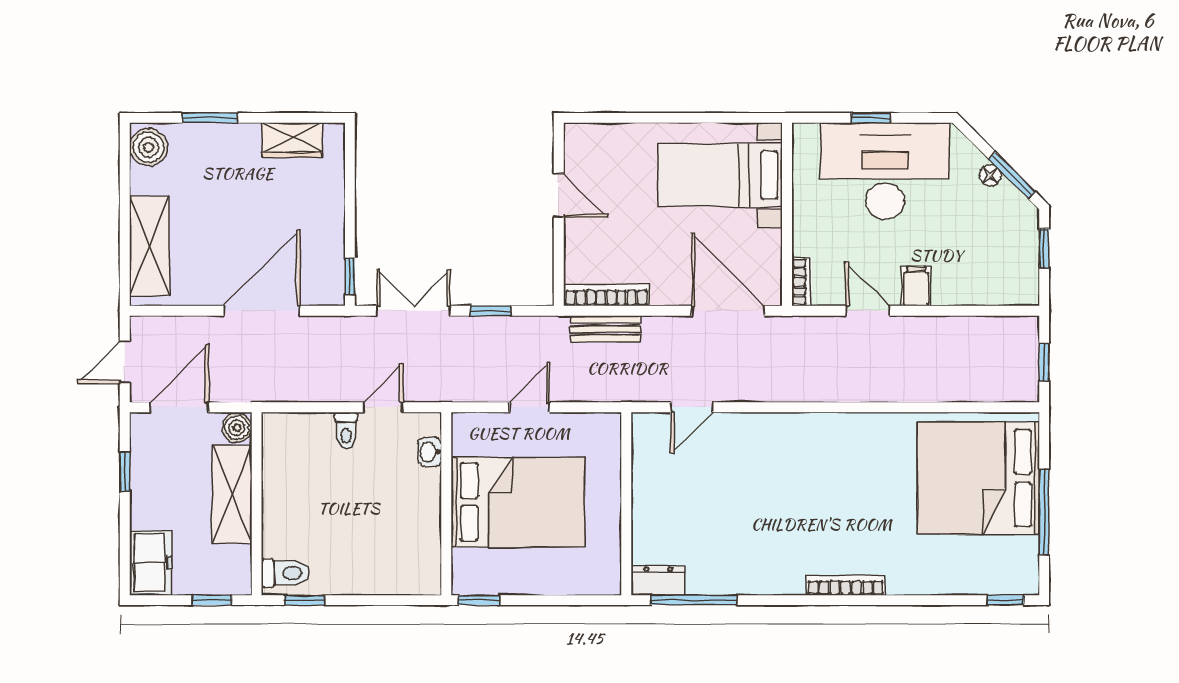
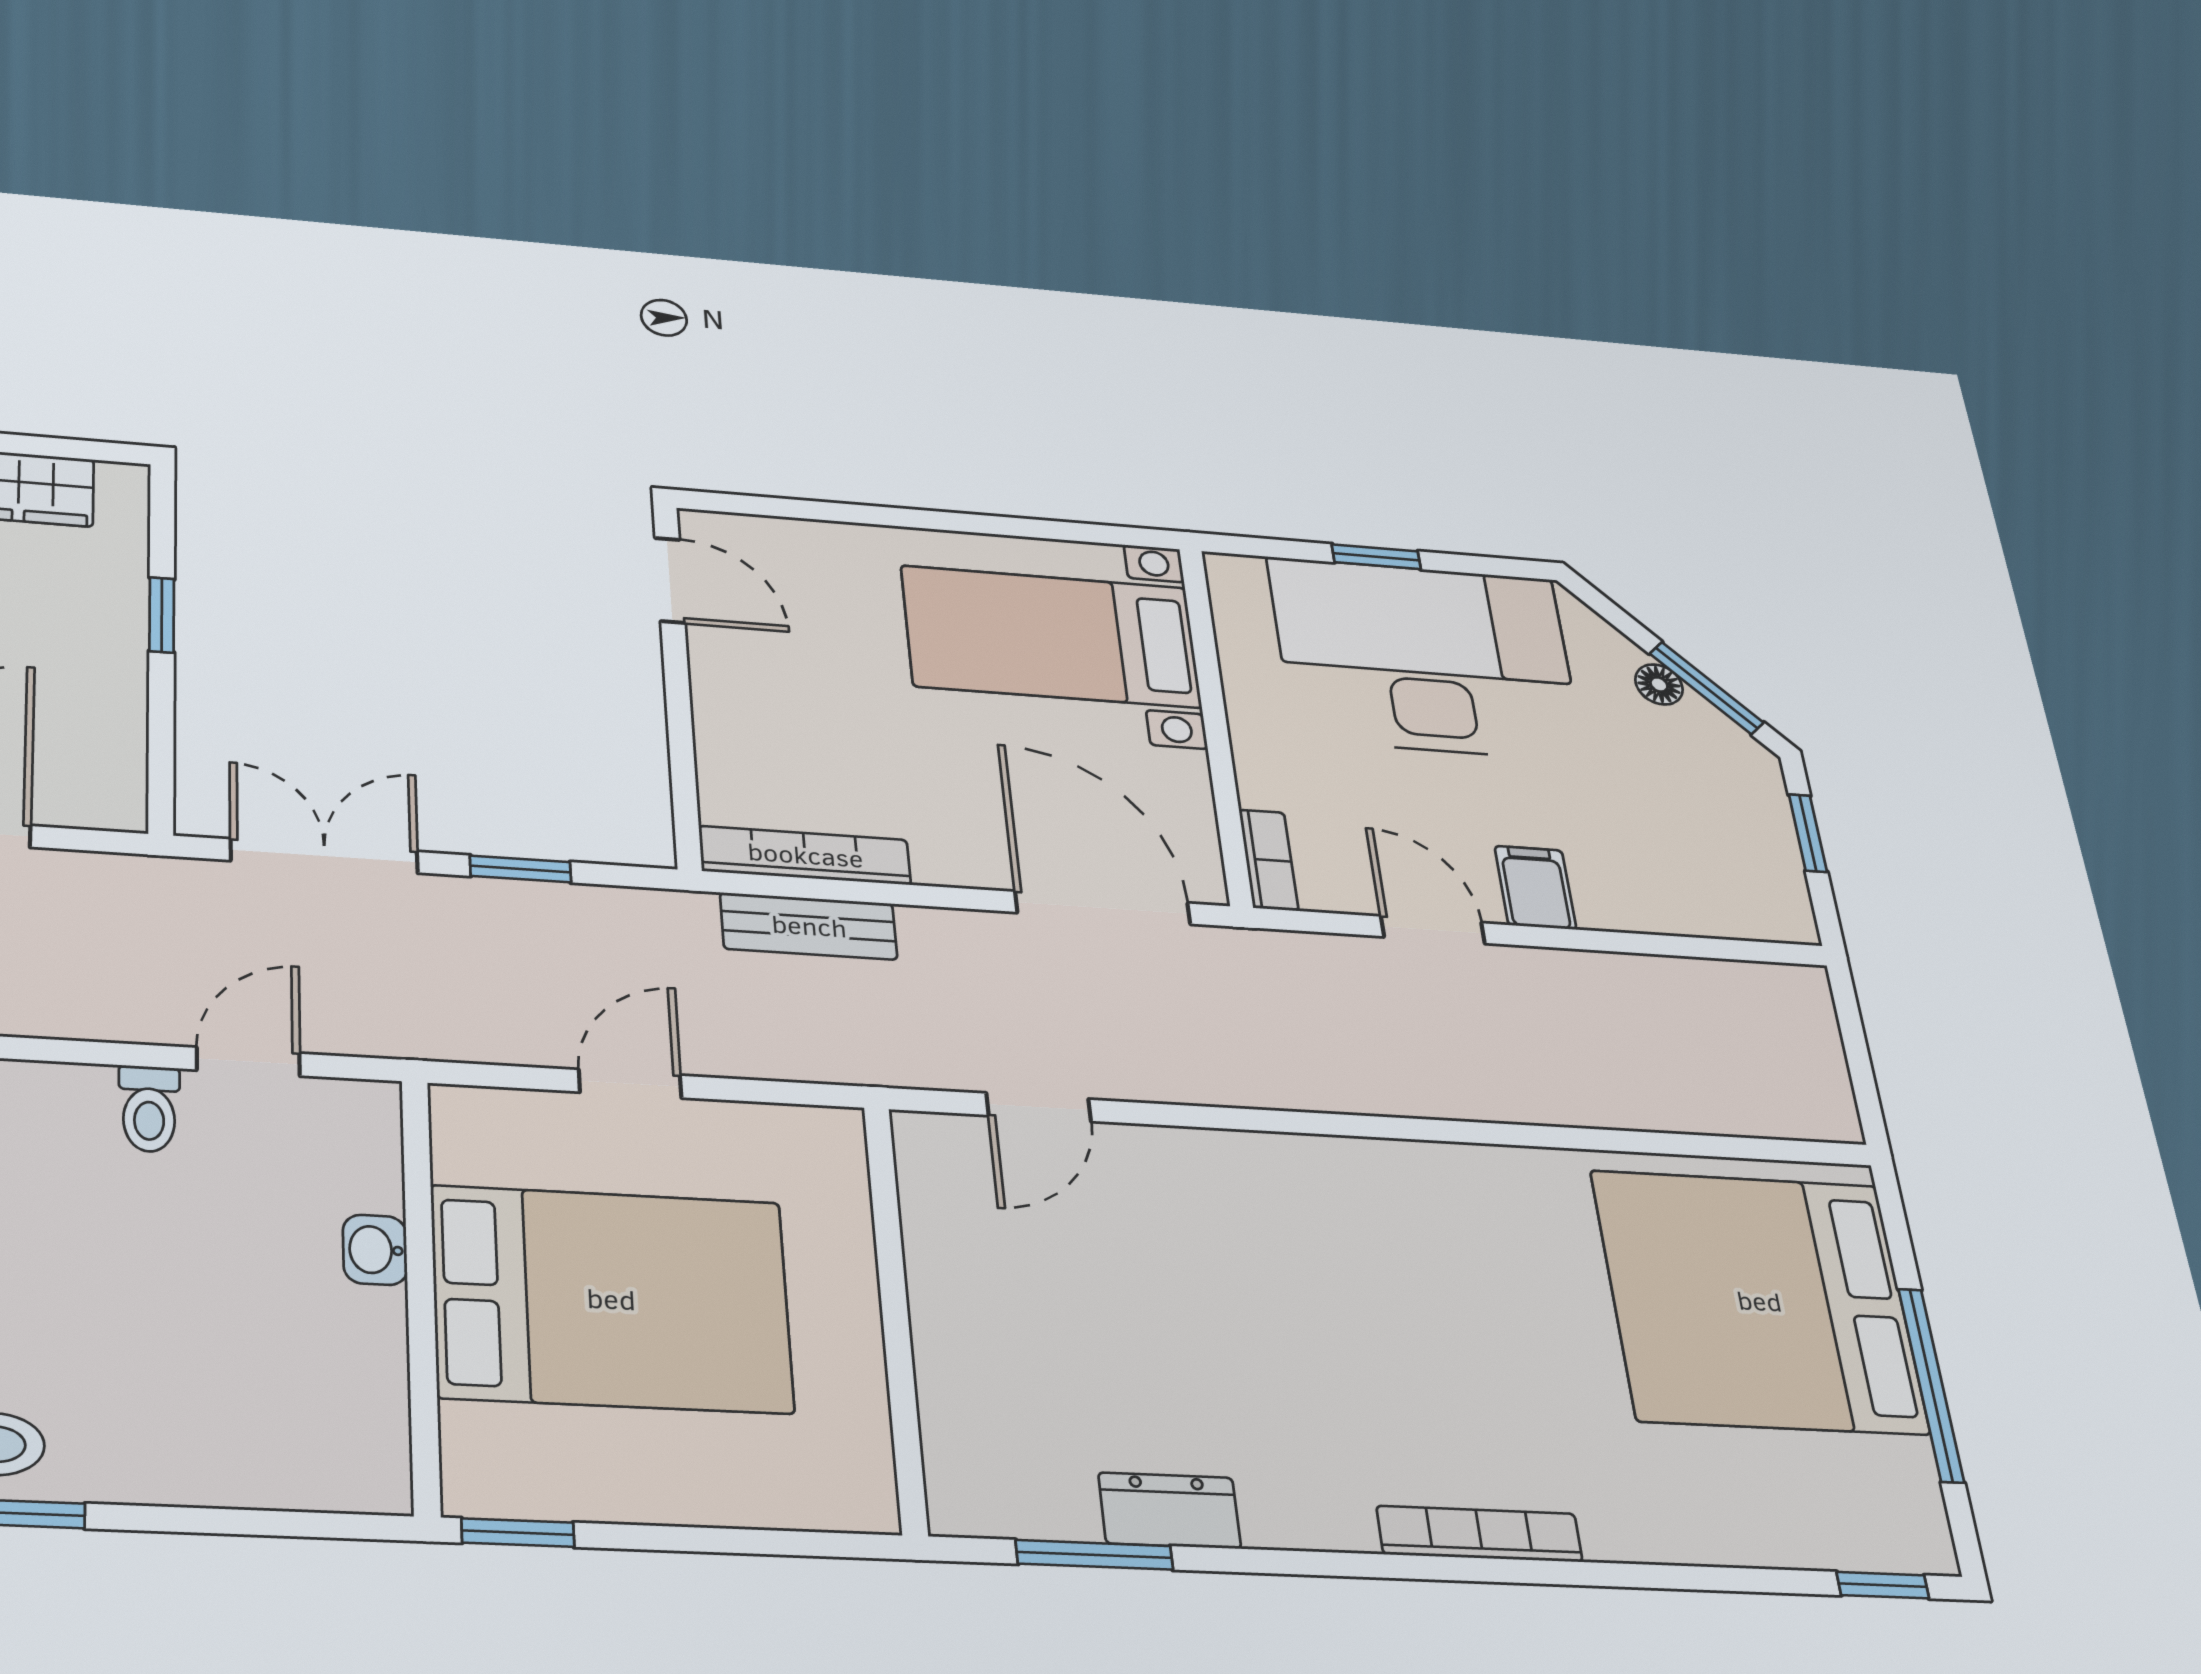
door: (559, 195) -> (670, 580), moved
window: (350, 276) -> (162, 615), moved
window: (1044, 362) -> (1859, 1061), removed
washbasin: (430, 452) -> (375, 1250), moved
dresser: (658, 581) -> (1170, 1510), moved
window: (694, 600) -> (1094, 1555), width x0.69

